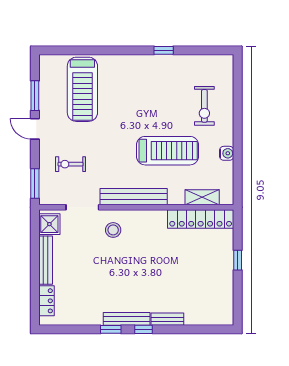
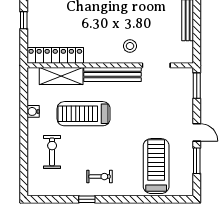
exercise bike: (71, 164) -> (100, 177), moved
shelving: (202, 197) -> (61, 76), width x1.50, depth x1.33
shower: (49, 224) -> (184, 51), removed

